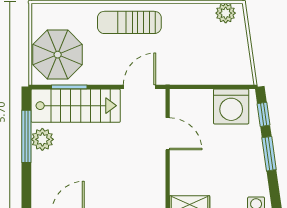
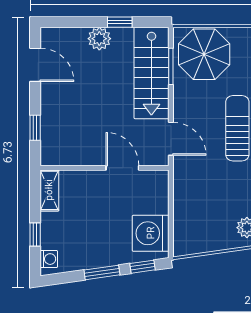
door: (168, 134) -> (122, 168), swing flipped
window: (26, 136) -> (120, 22), width x0.46
plant: (42, 139) -> (99, 39), moved

